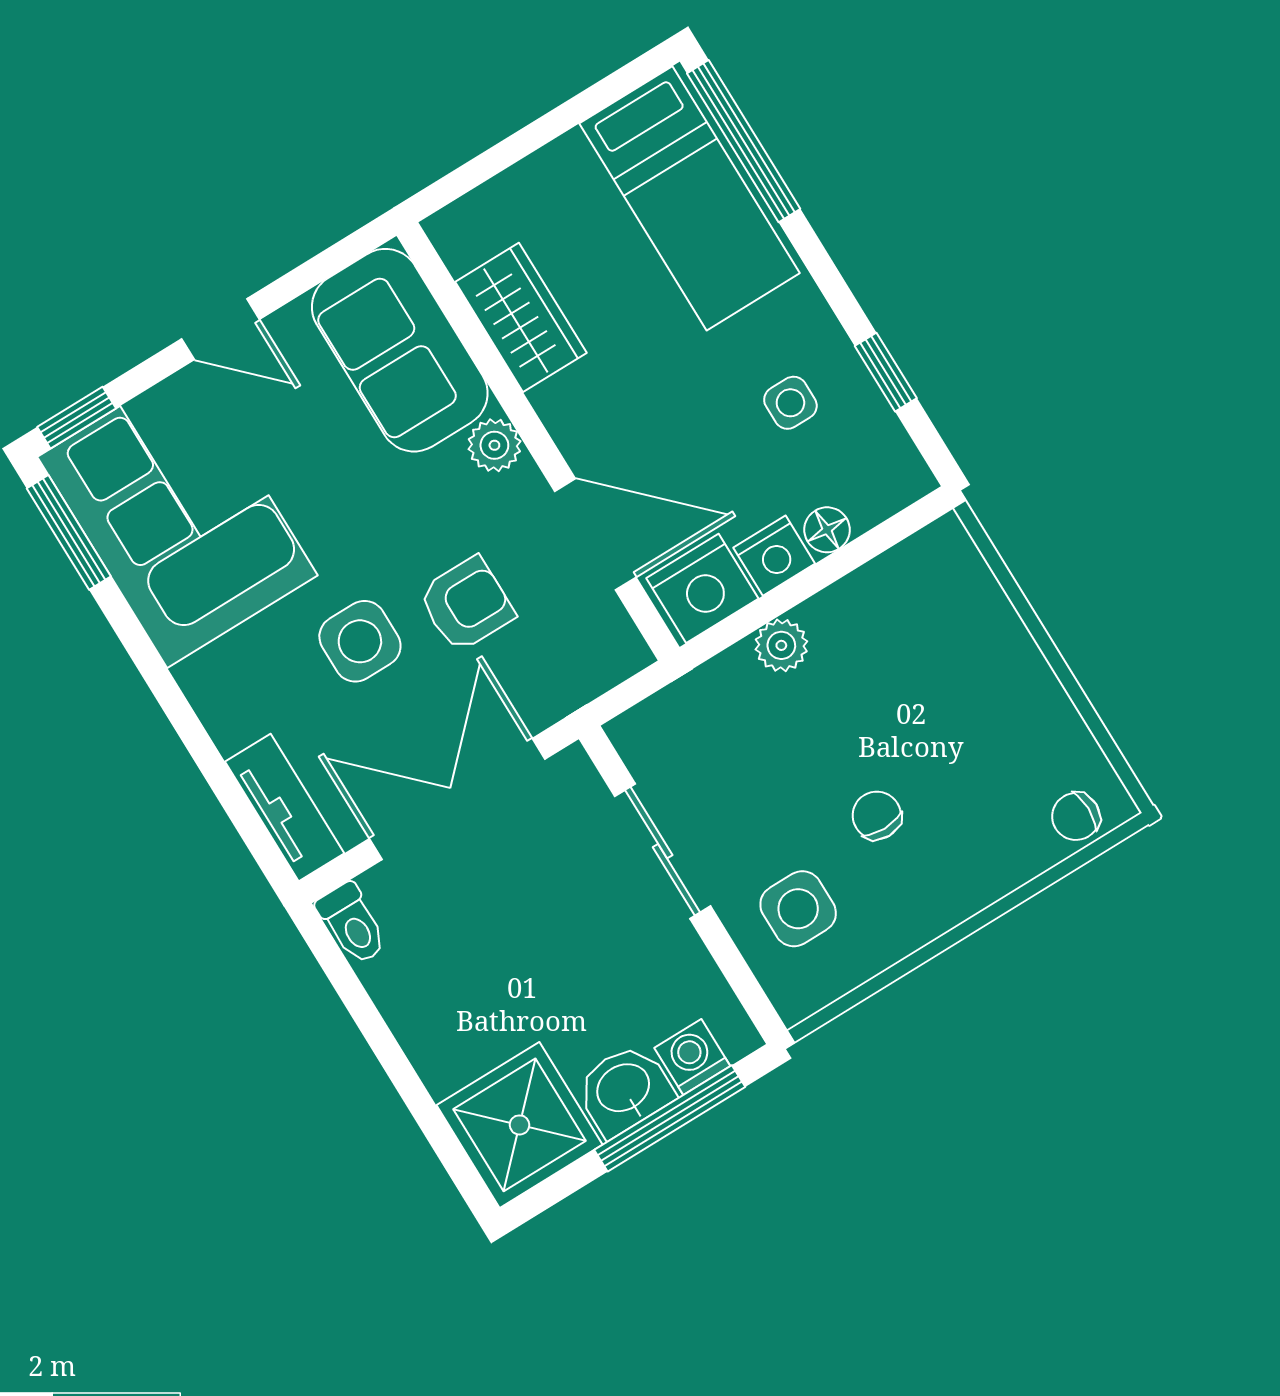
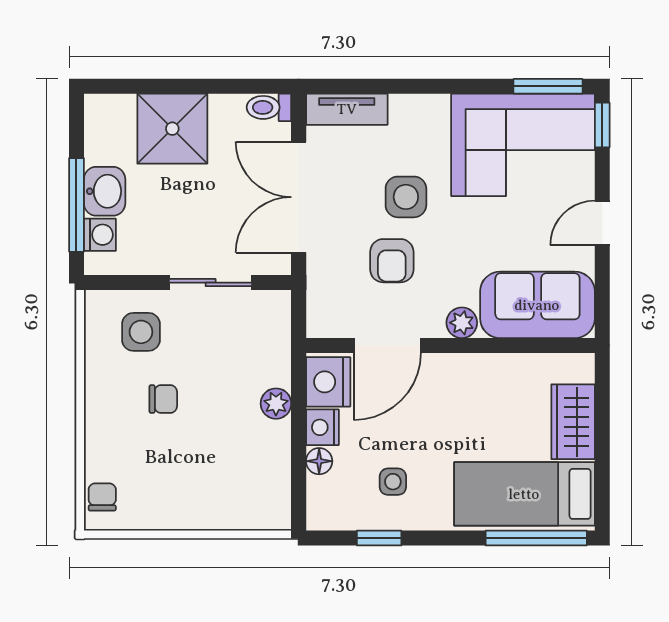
wardrobe: (521, 317) -> (573, 422), moved, turned 90
double door: (457, 799) -> (299, 197), swing flipped
shower: (519, 1125) -> (172, 129), moved

